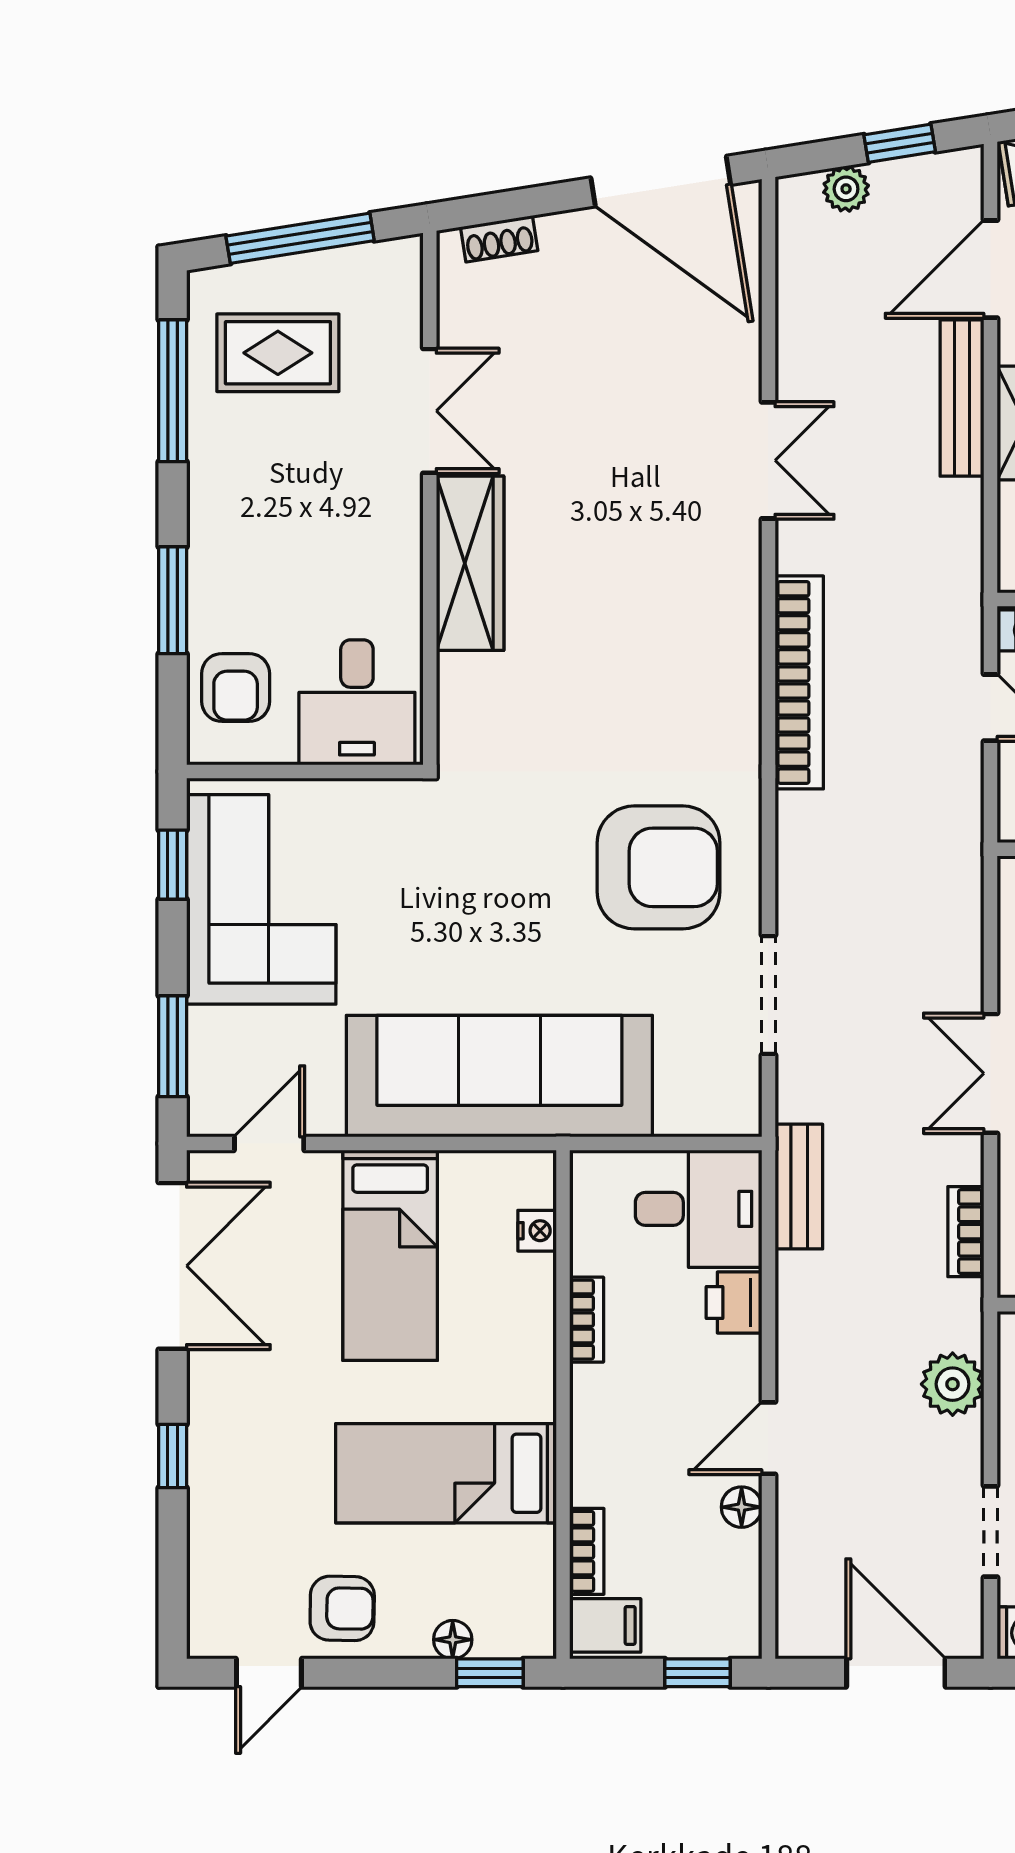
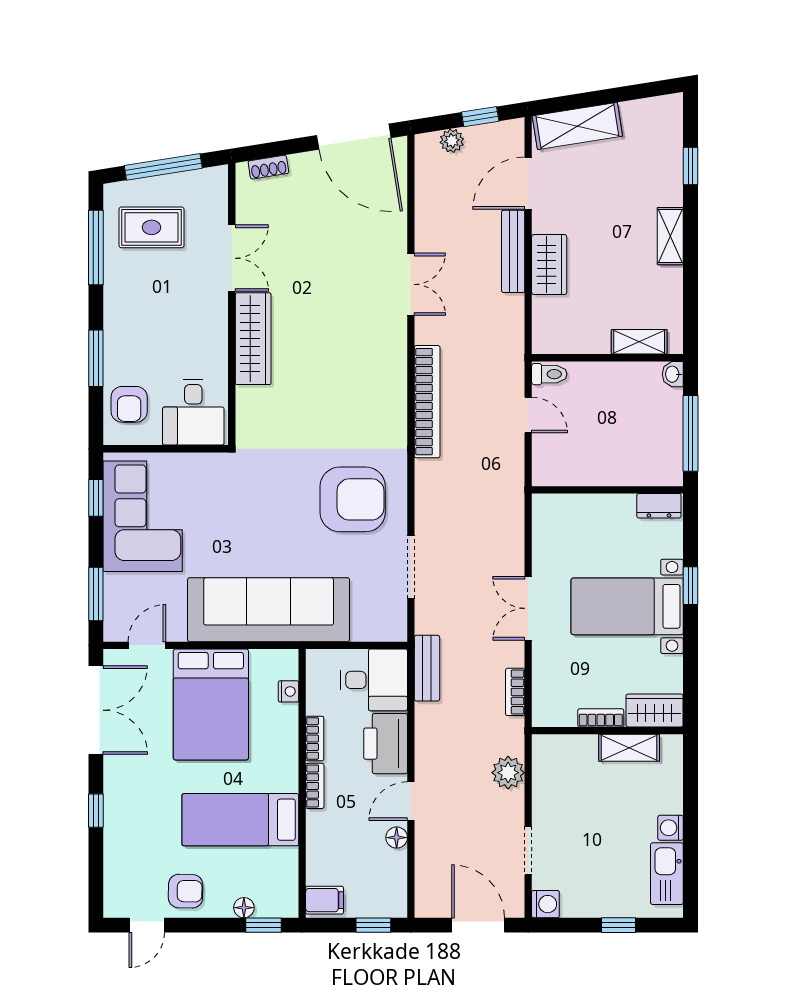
bed: (390, 1255) -> (211, 704), width x1.50
printer: (734, 1303) -> (386, 744), width x1.87, depth x1.48
bookcase: (587, 1551) -> (315, 786), moved

